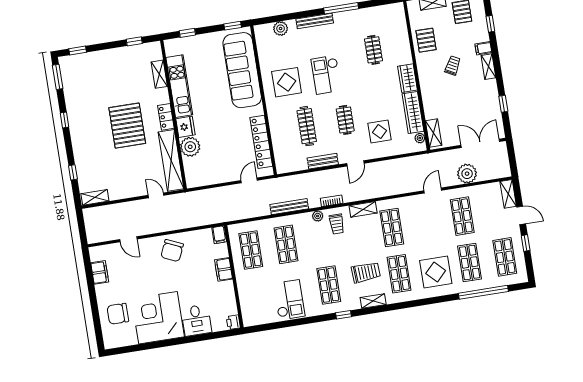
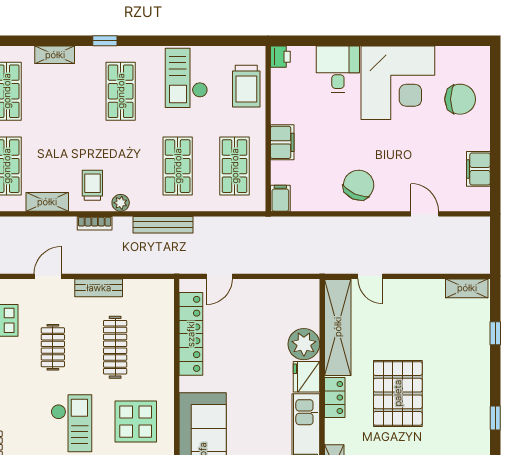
trolley: (366, 272) -> (246, 86), moved, turned -87

